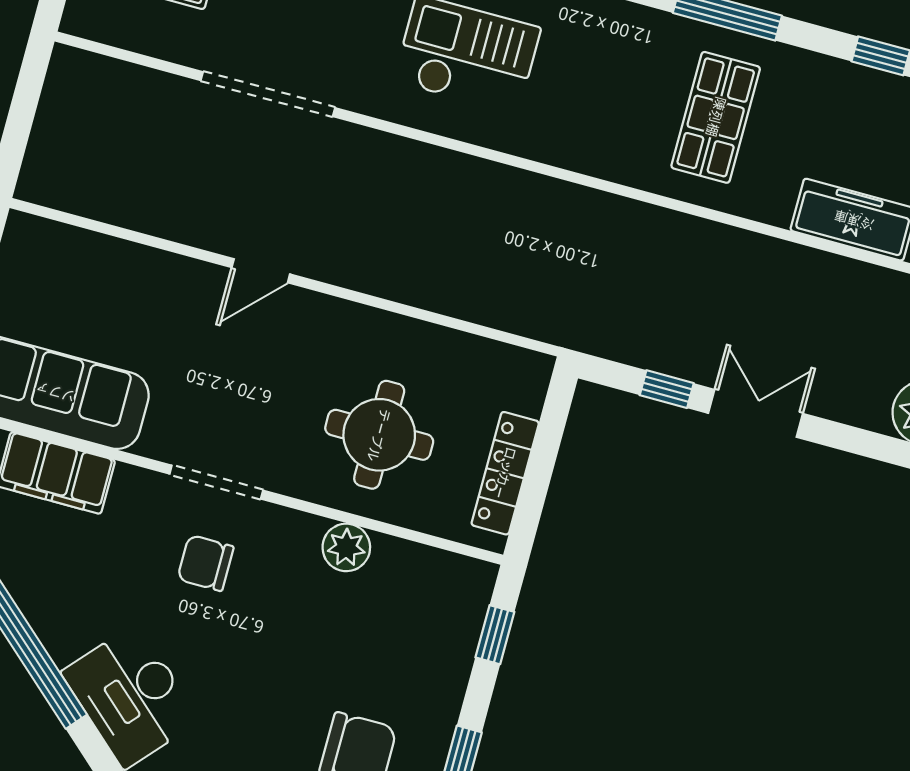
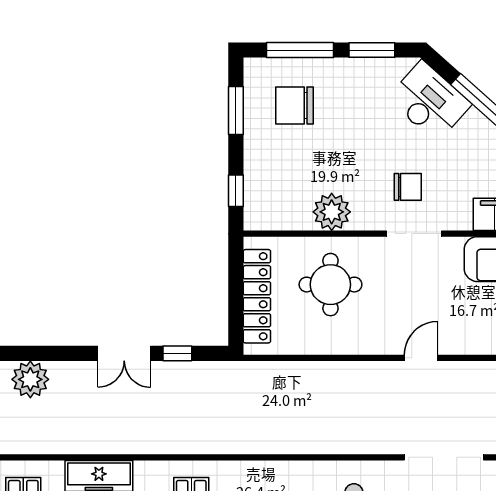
locker: (505, 473) -> (257, 296), width x1.41, depth x1.21
plant: (346, 547) -> (332, 212), width x1.36, depth x1.36

